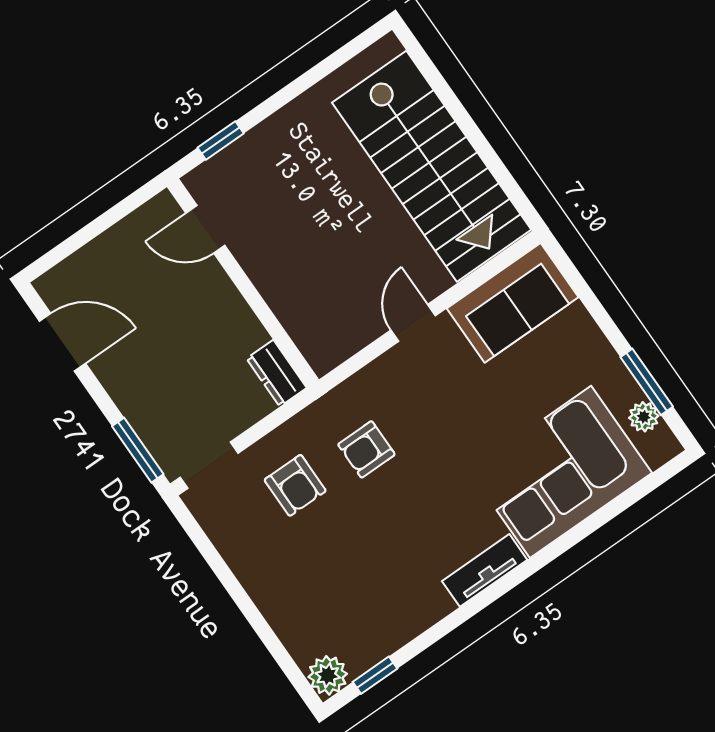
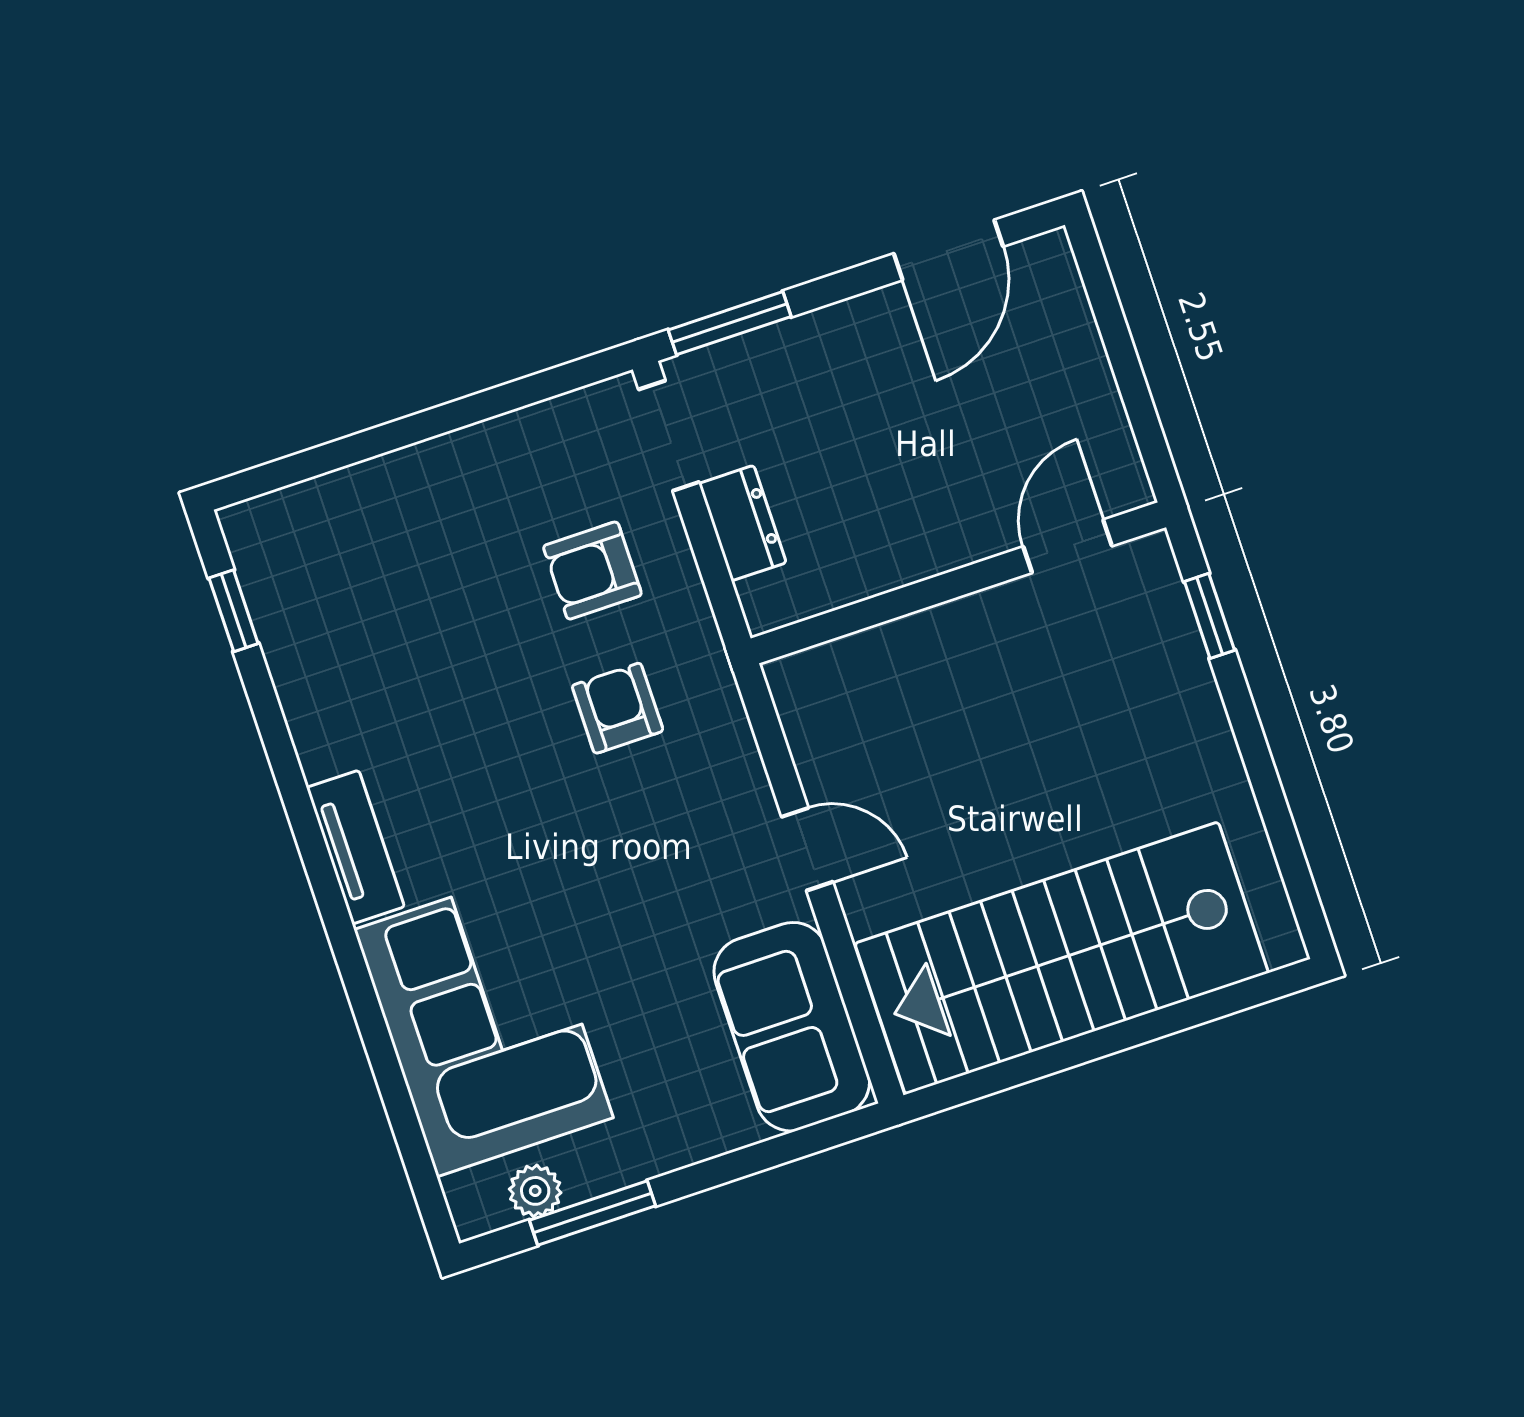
dresser: (277, 373) -> (743, 523), moved, turned 90
plant: (328, 675) -> (257, 531), removed

